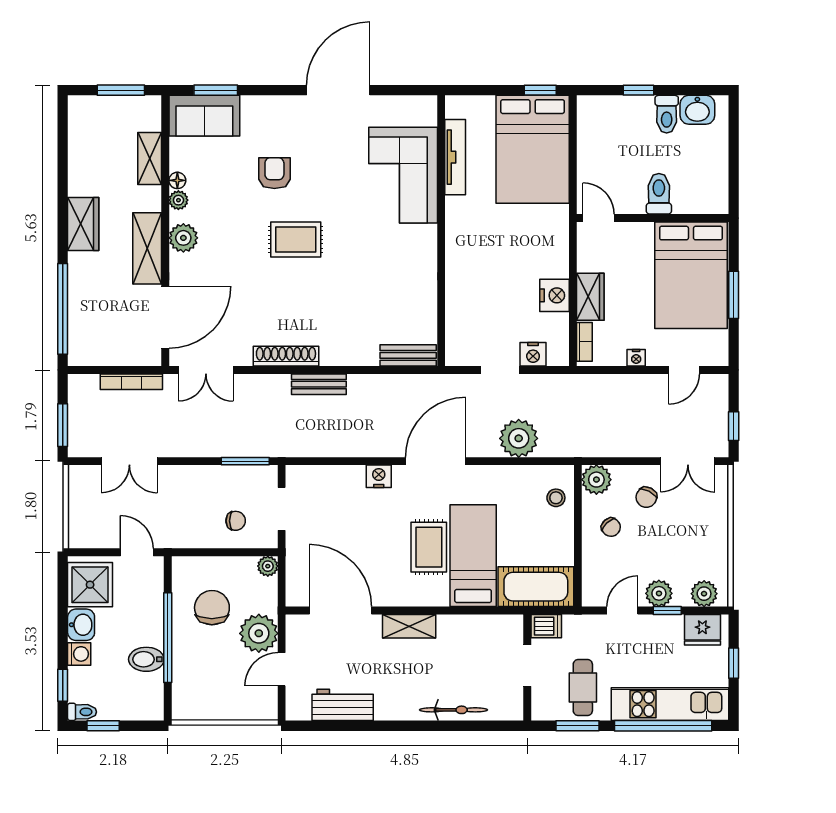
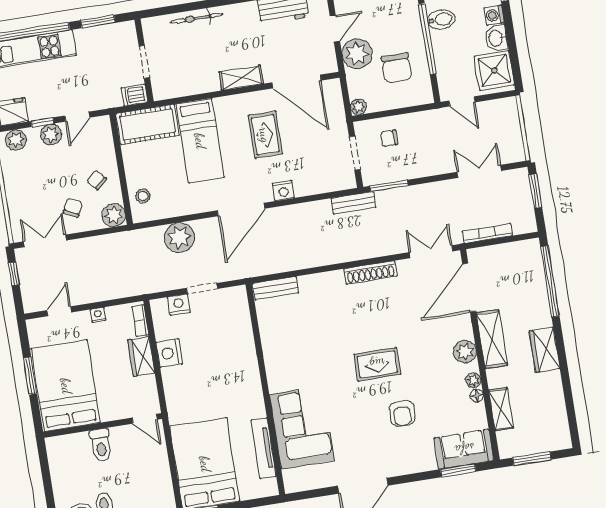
bench: (319, 384) -> (354, 203), moved
rug: (429, 547) -> (265, 135), moved
cafe table: (583, 688) -> (98, 52), removed

